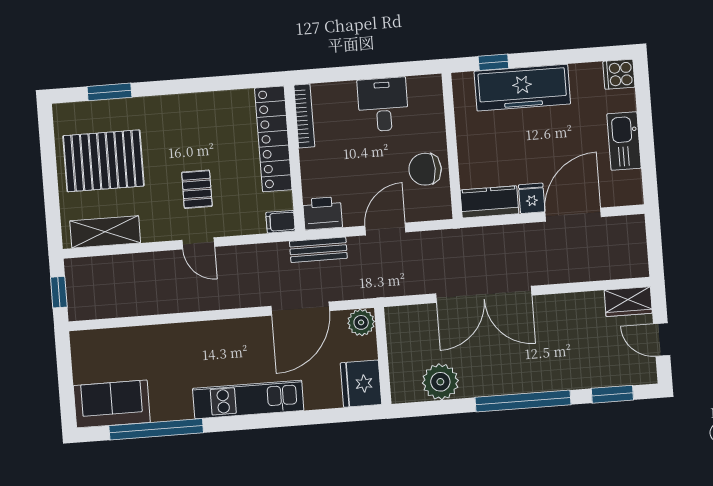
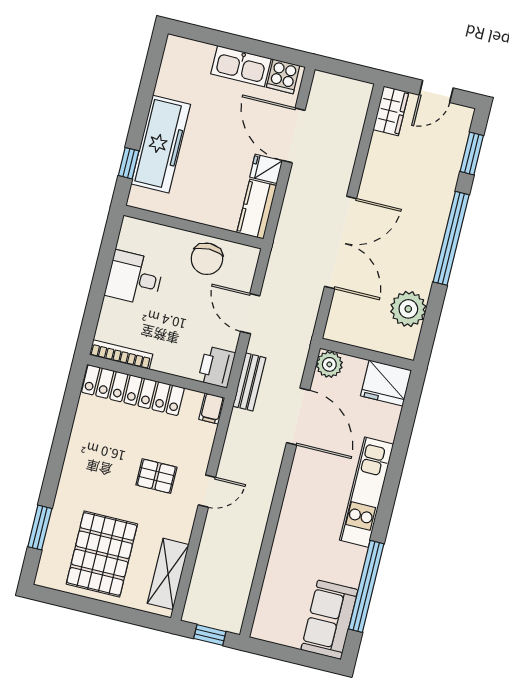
cooker: (619, 74) -> (283, 76), moved

